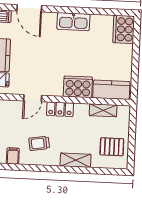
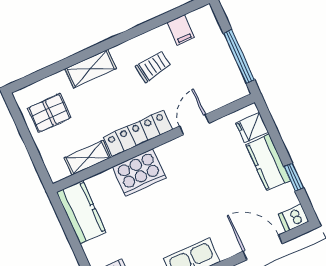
kitchen counter: (111, 90) -> (81, 212), moved, turned -90
locker: (60, 109) -> (138, 133), width x1.53

